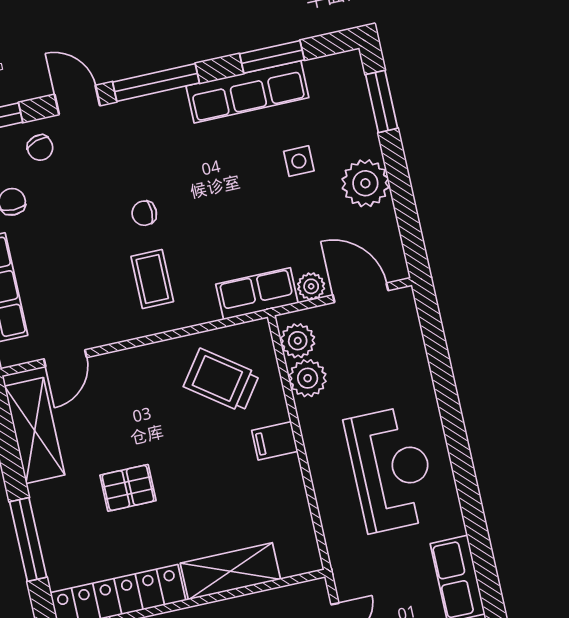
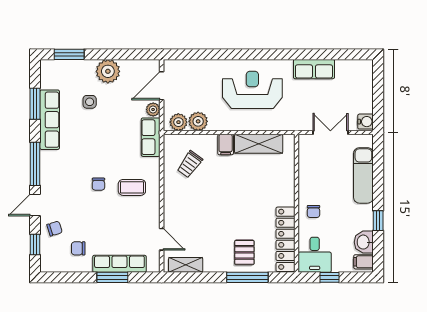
trolley: (222, 380) -> (190, 164), width x0.73, depth x0.72
shelving: (35, 431) -> (186, 265), width x0.67, depth x0.75
pallet: (128, 488) -> (244, 252), moved
shelving: (230, 571) -> (259, 144), moved, turned 90

